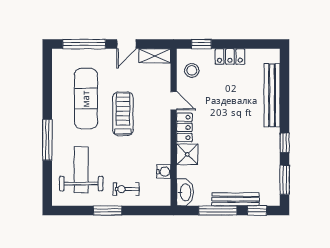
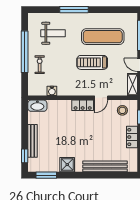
treadmill: (123, 114) -> (92, 62), turned 180
window: (285, 143) -> (72, 175), removed
shower: (187, 154) -> (67, 165), moved
weight bench: (81, 170) -> (53, 33), width x0.73, depth x0.75
window: (108, 210) -> (25, 52), width x2.11
window: (218, 210) -> (25, 129), removed

